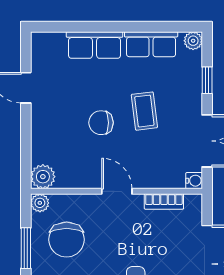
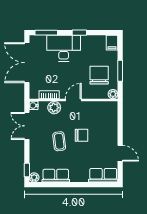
row of seats: (95, 45) -> (103, 175), moved
window: (207, 80) -> (27, 170), moved
plant: (43, 177) -> (54, 108), moved
door: (117, 191) -> (73, 100), swing flipped

